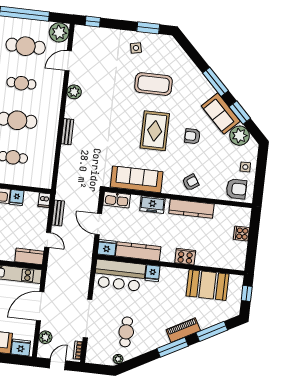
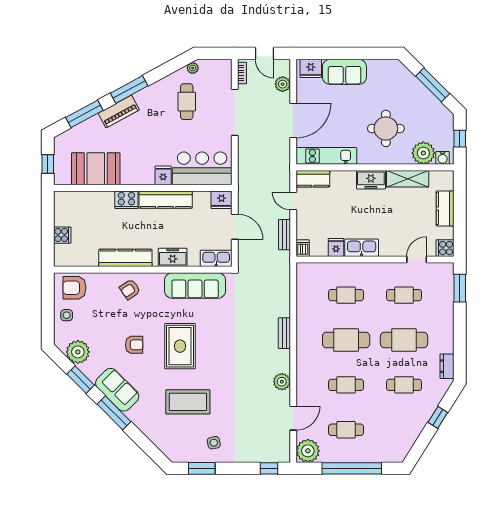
cafe table: (26, 46) -> (346, 430), width x0.73, depth x0.74
sofa: (221, 113) -> (117, 390), moved
kitchen counter: (138, 251) -> (166, 200), moved
door: (58, 364) -> (264, 53), hinge flipped

